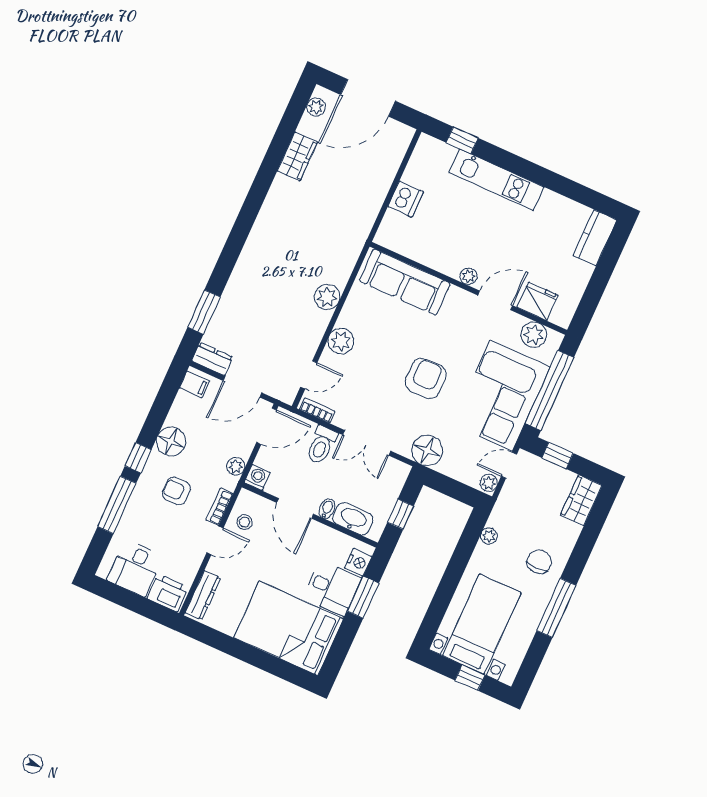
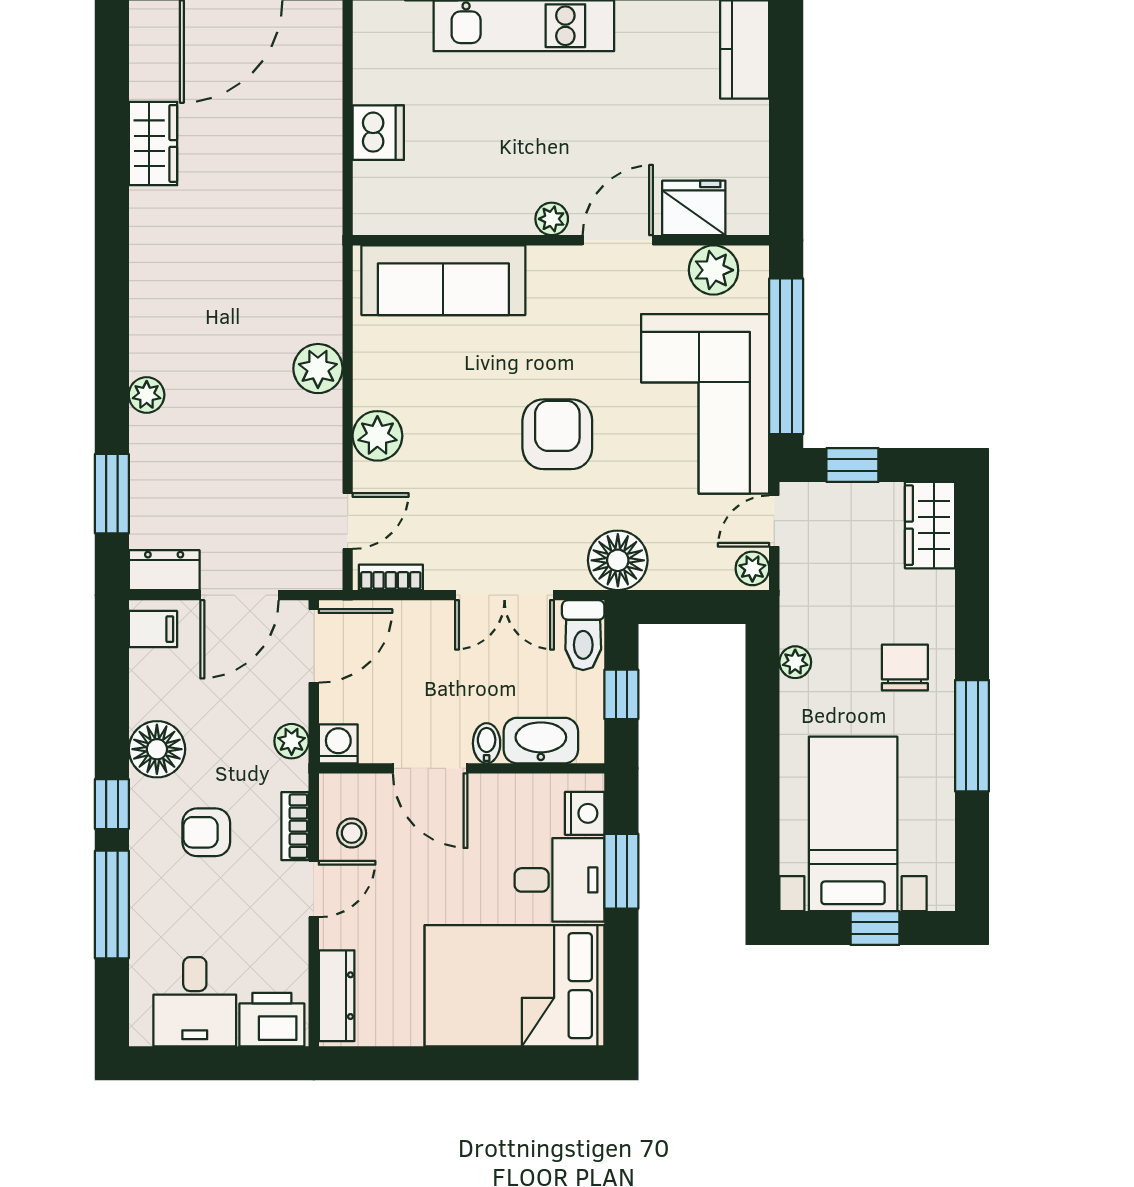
plant: (316, 107) -> (147, 395), moved
toilet: (321, 445) -> (583, 635), moved

